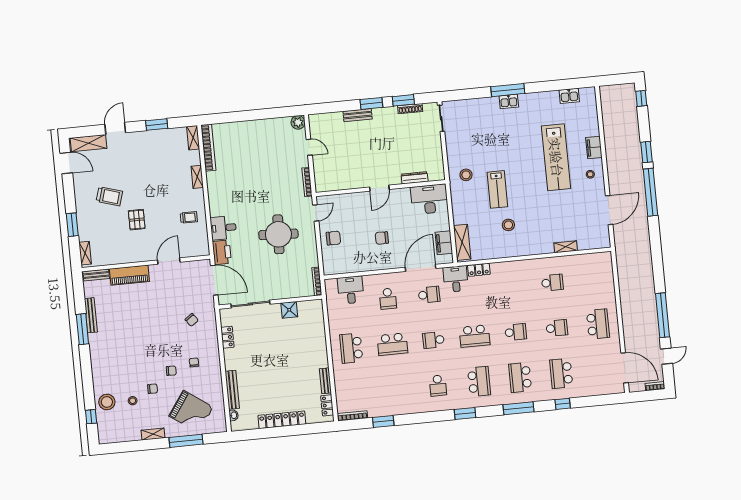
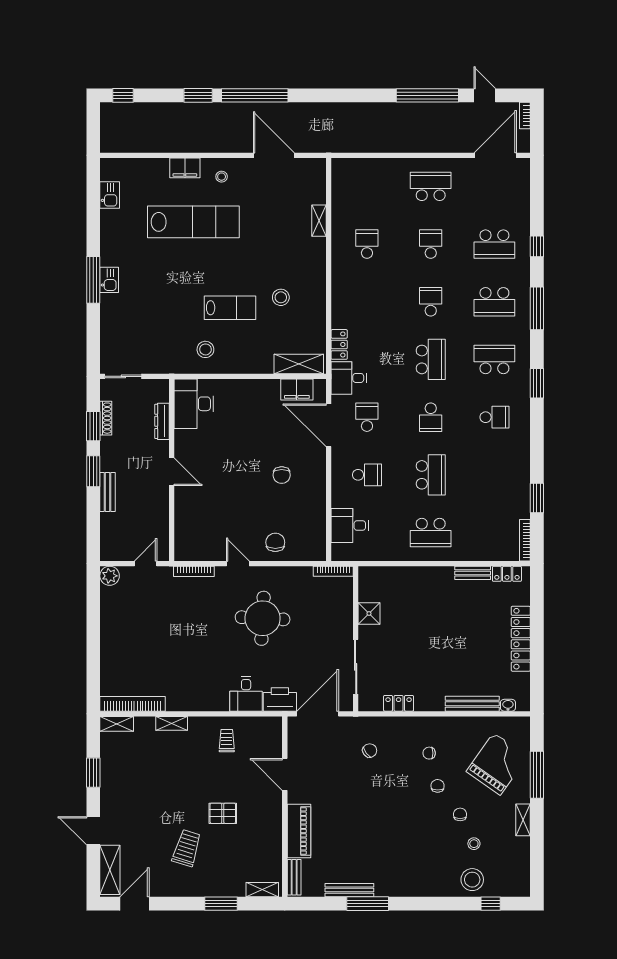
dresser: (415, 178) -> (162, 421), moved
door: (379, 188) -> (172, 472), moved
wall: (381, 188) -> (172, 470), moved
desk: (429, 199) -> (194, 404), moved

